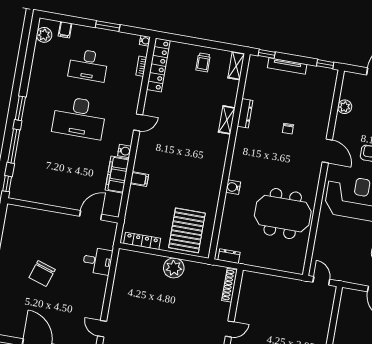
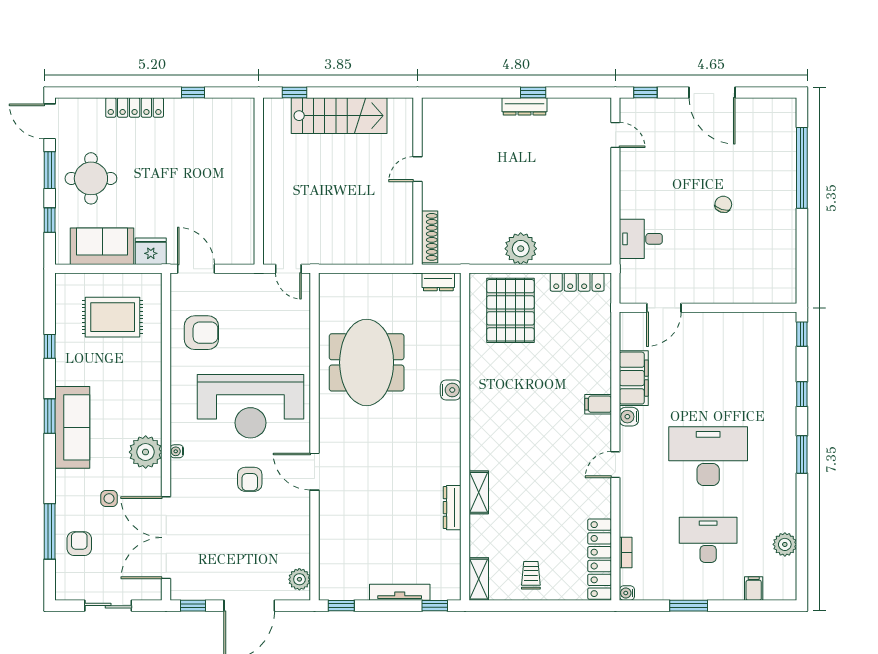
plant: (44, 35) -> (785, 544), moved
plant: (345, 107) -> (299, 579), moved
chair: (288, 129) -> (381, 495), removed
window: (14, 146) -> (802, 394), width x0.46
filing cabinet: (139, 179) -> (598, 404), moved
meeting table: (283, 214) -> (367, 362), turned 90
chair: (42, 274) -> (723, 204), width x0.54, depth x0.54

